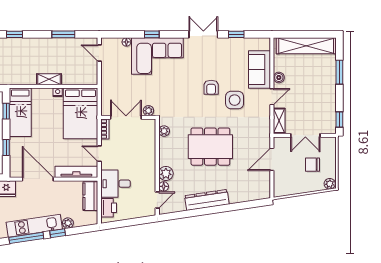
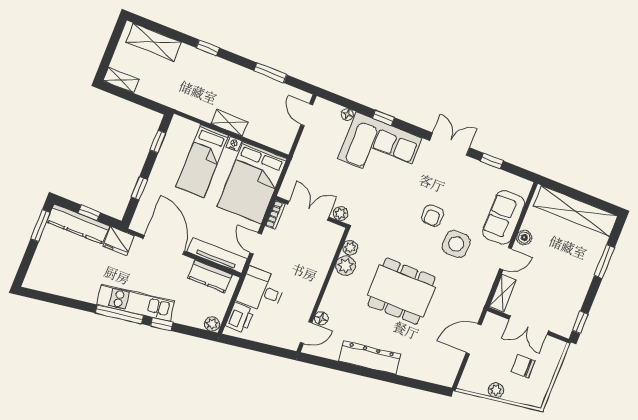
bed: (20, 112) -> (202, 161), moved
plant: (166, 173) -> (346, 266), moved
plant: (330, 184) -> (496, 390), moved
kitchen counter: (90, 196) -> (210, 276), moved, turned -90
plant: (68, 223) -> (212, 324), moved

